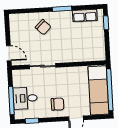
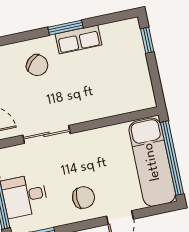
row of seats: (85, 16) -> (78, 40), moved

